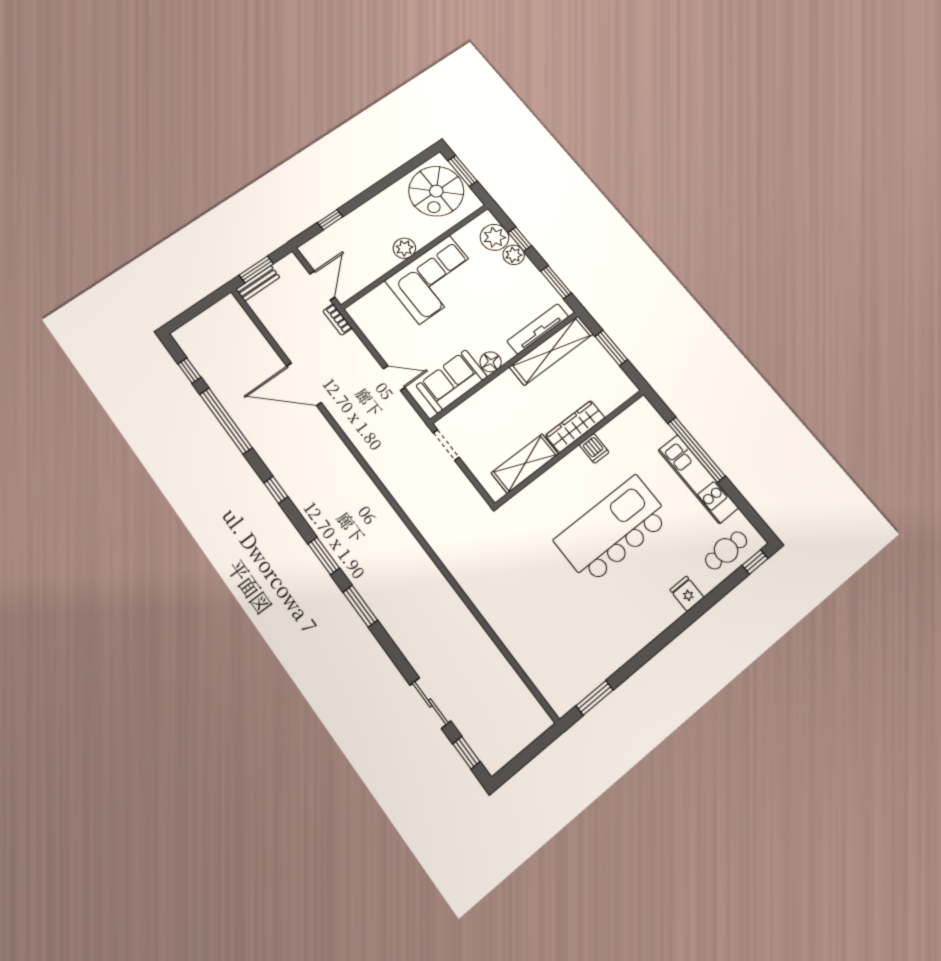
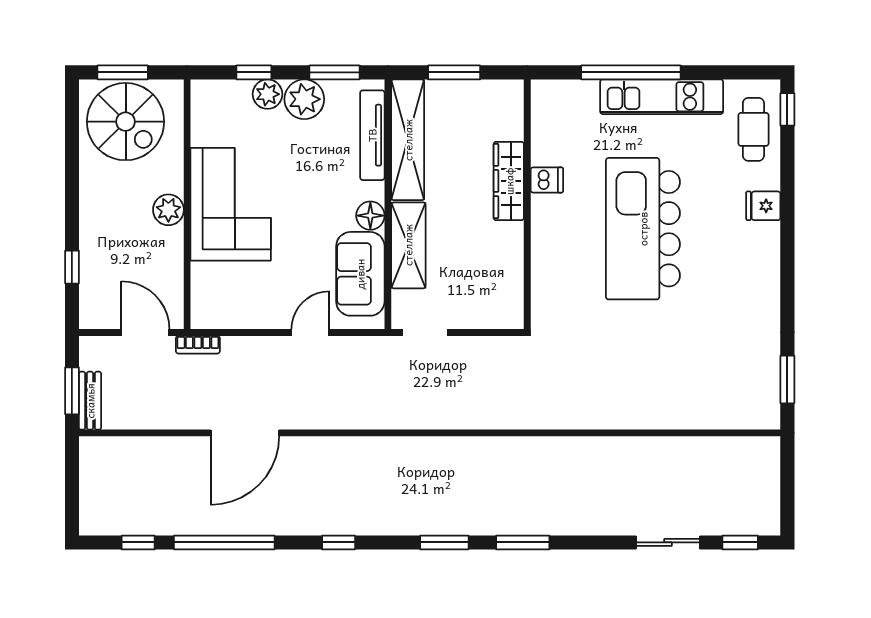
plant: (494, 237) -> (304, 99), moved
shelving: (525, 463) -> (408, 245), moved

